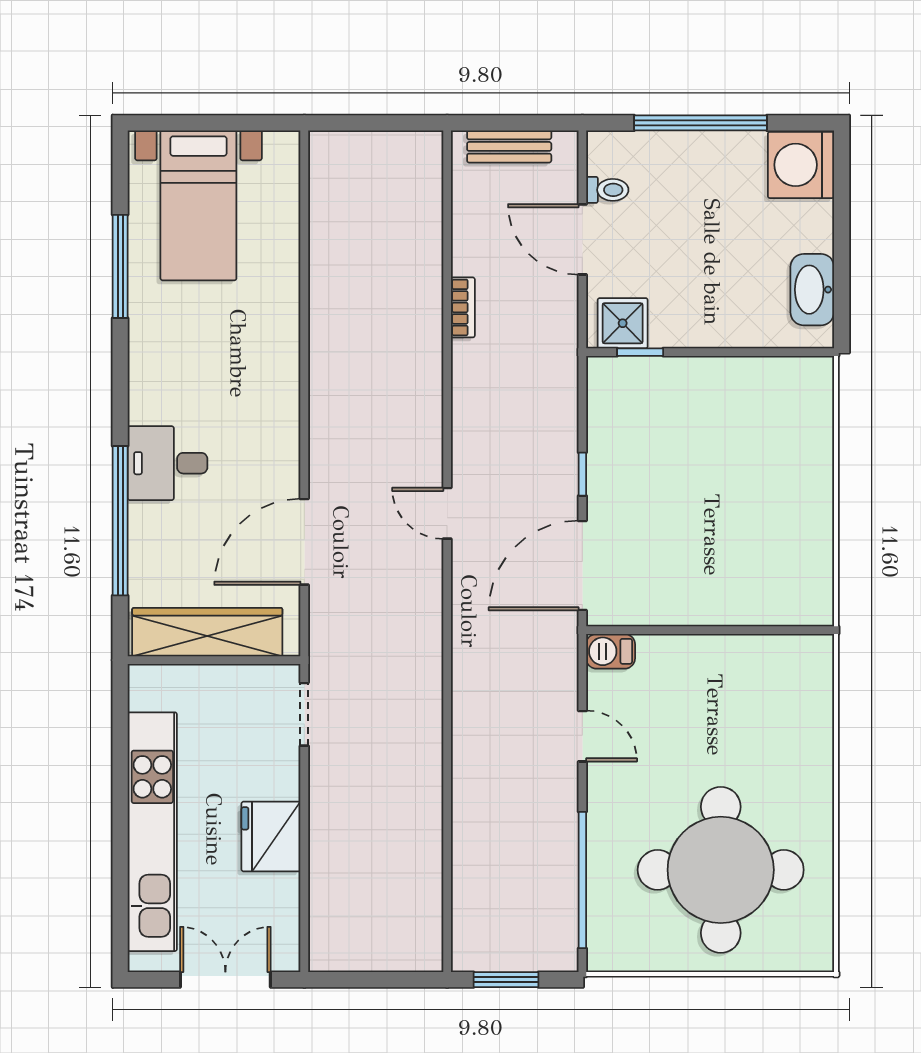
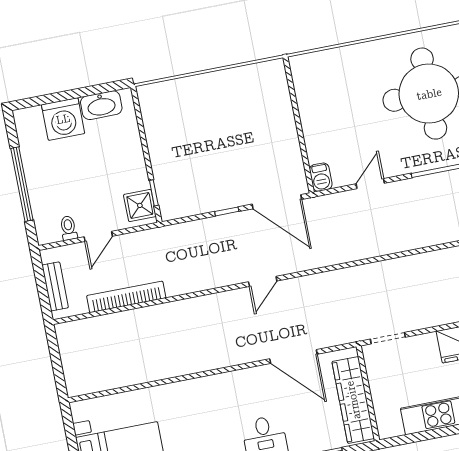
washing machine: (801, 165) -> (63, 119), moved
door: (582, 239) -> (98, 236), width x0.73
bookcase: (463, 307) -> (126, 297), width x2.31, depth x1.31

